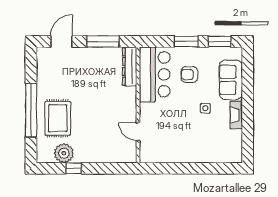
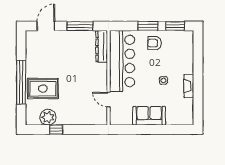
bar counter: (155, 74) -> (122, 61), width x1.36
armchair: (189, 74) -> (155, 43), moved
sofa: (231, 80) -> (149, 116), moved, turned 90
rug: (58, 118) -> (43, 89), turned 90

